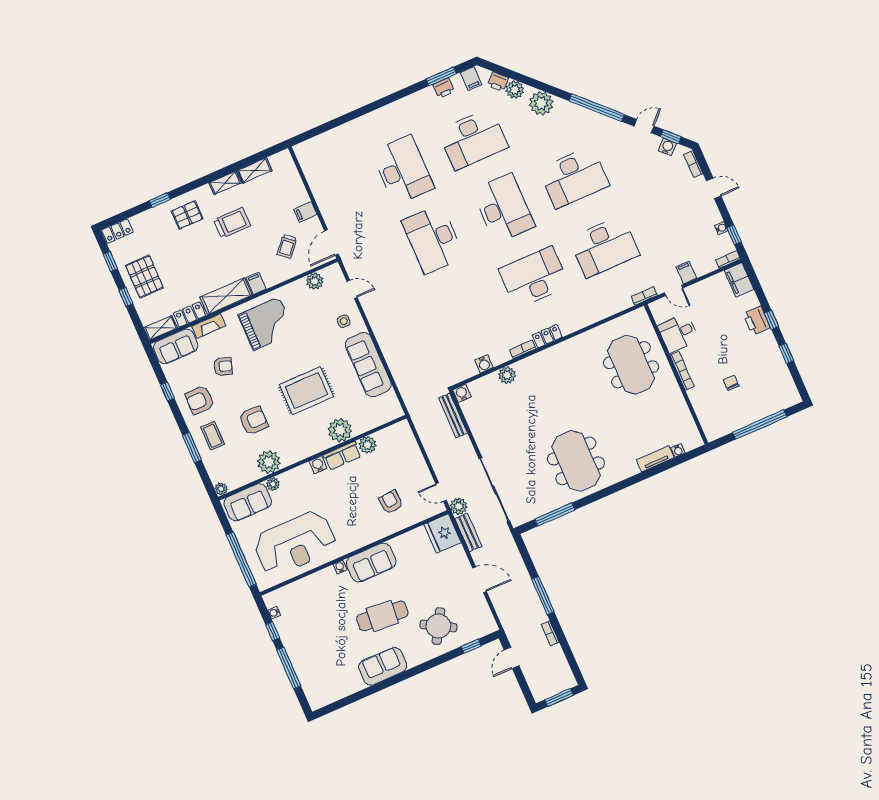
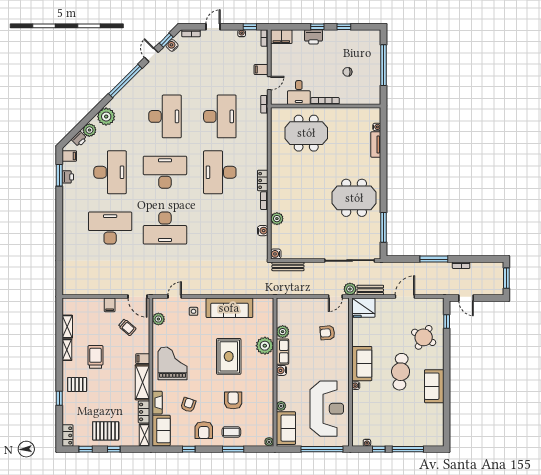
pallet: (187, 215) -> (77, 384), turned 90
plant: (269, 462) -> (265, 402), removed

